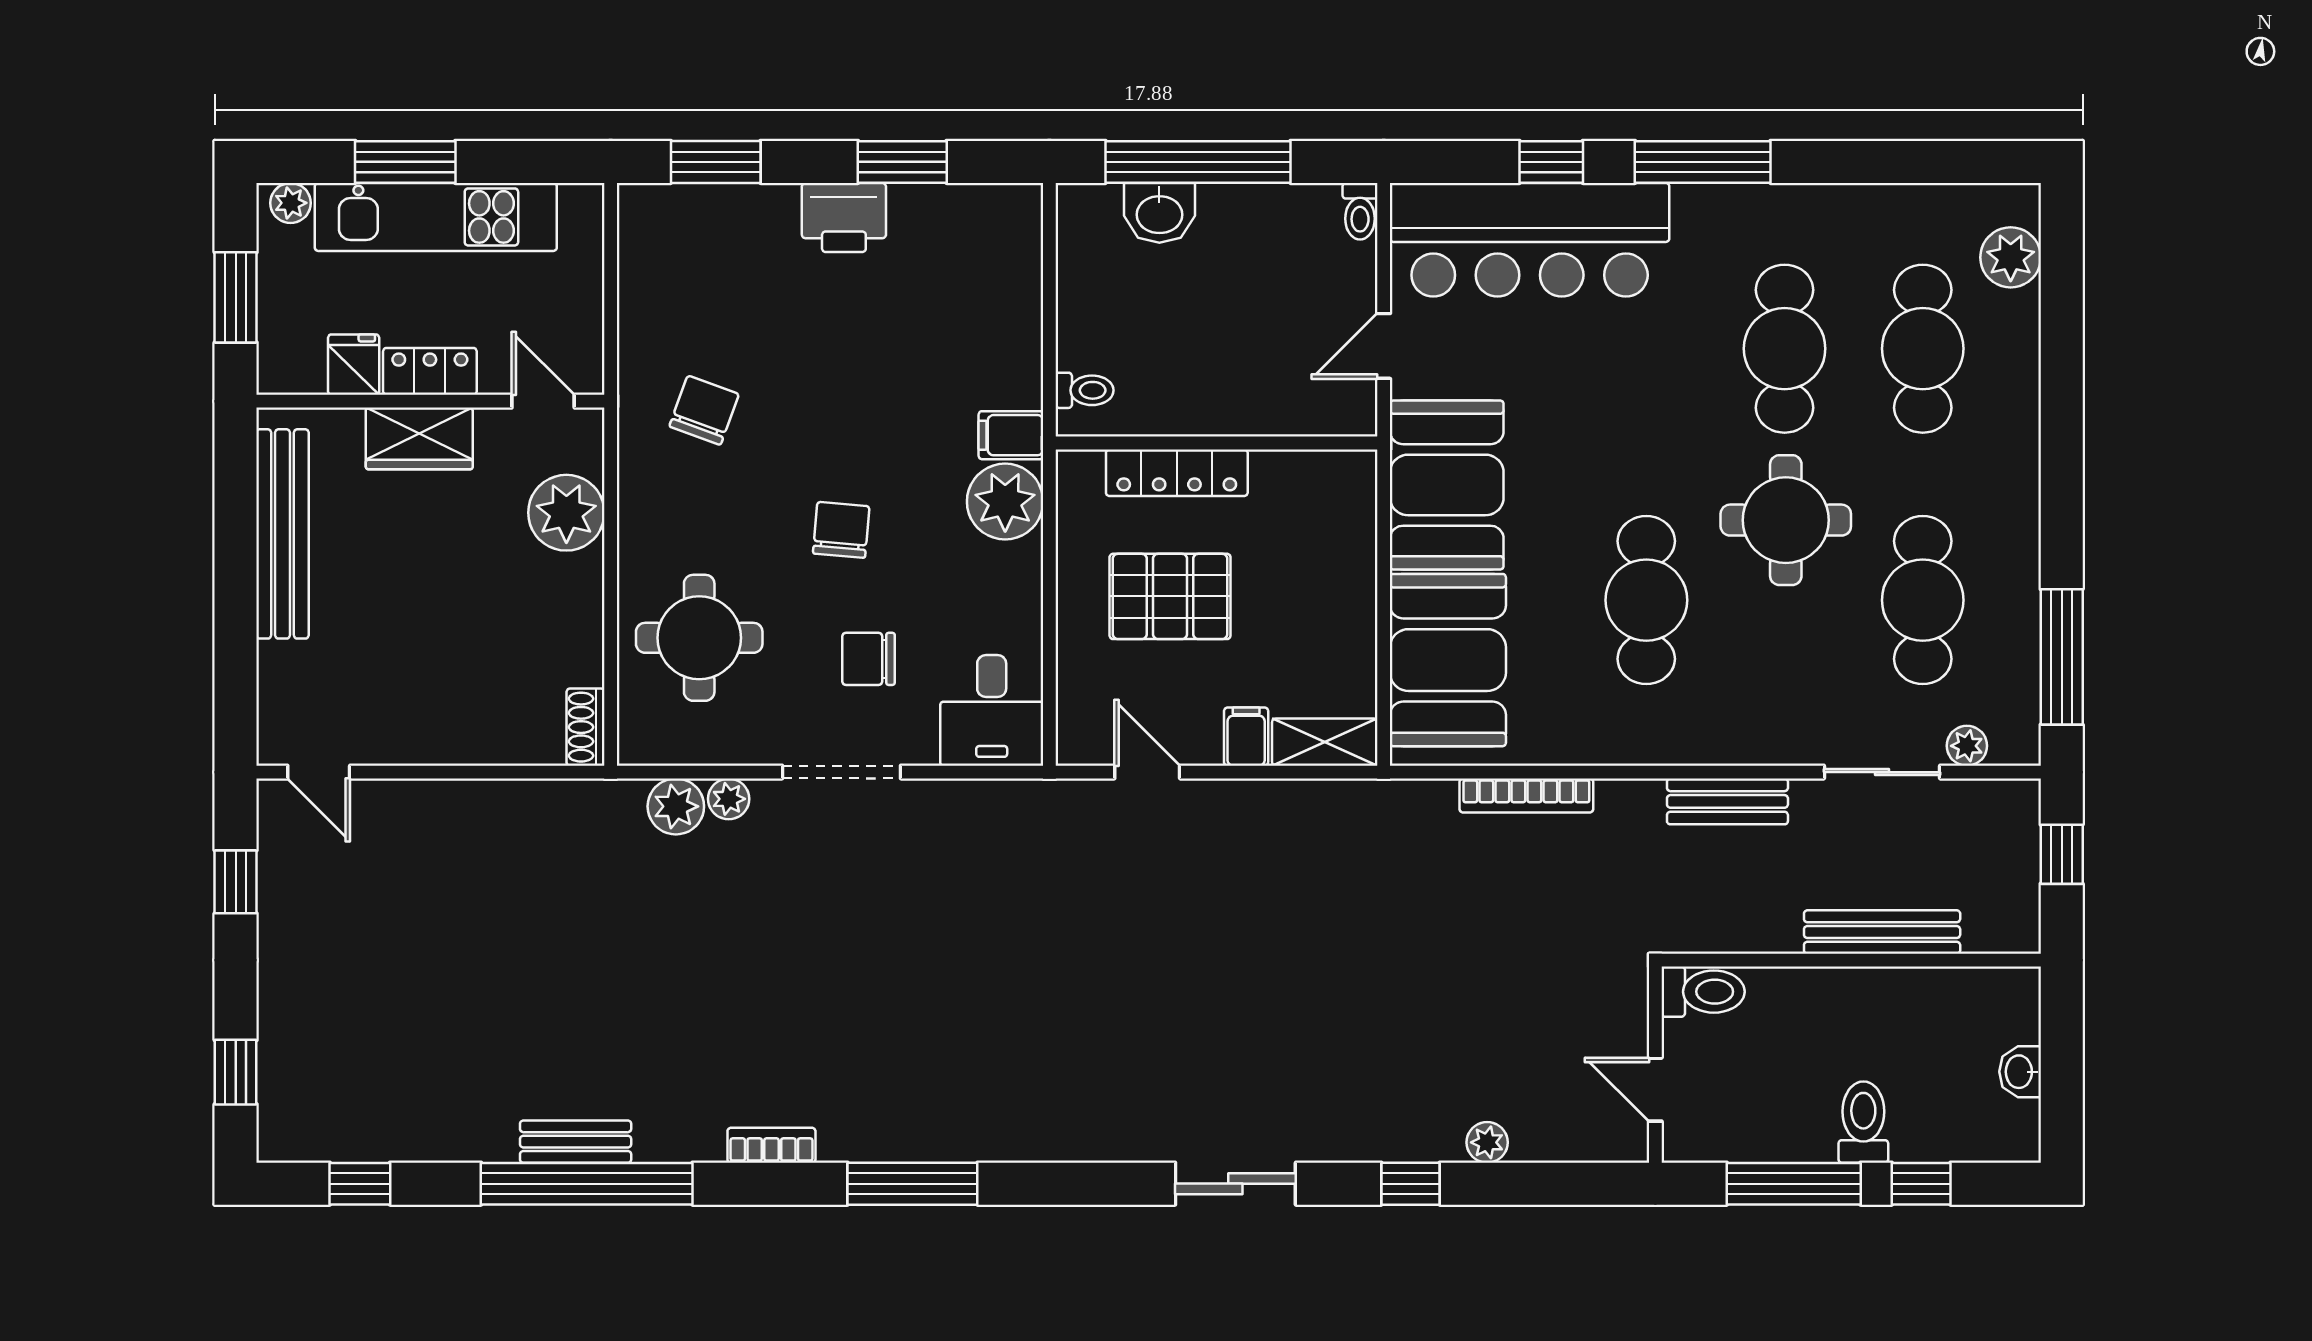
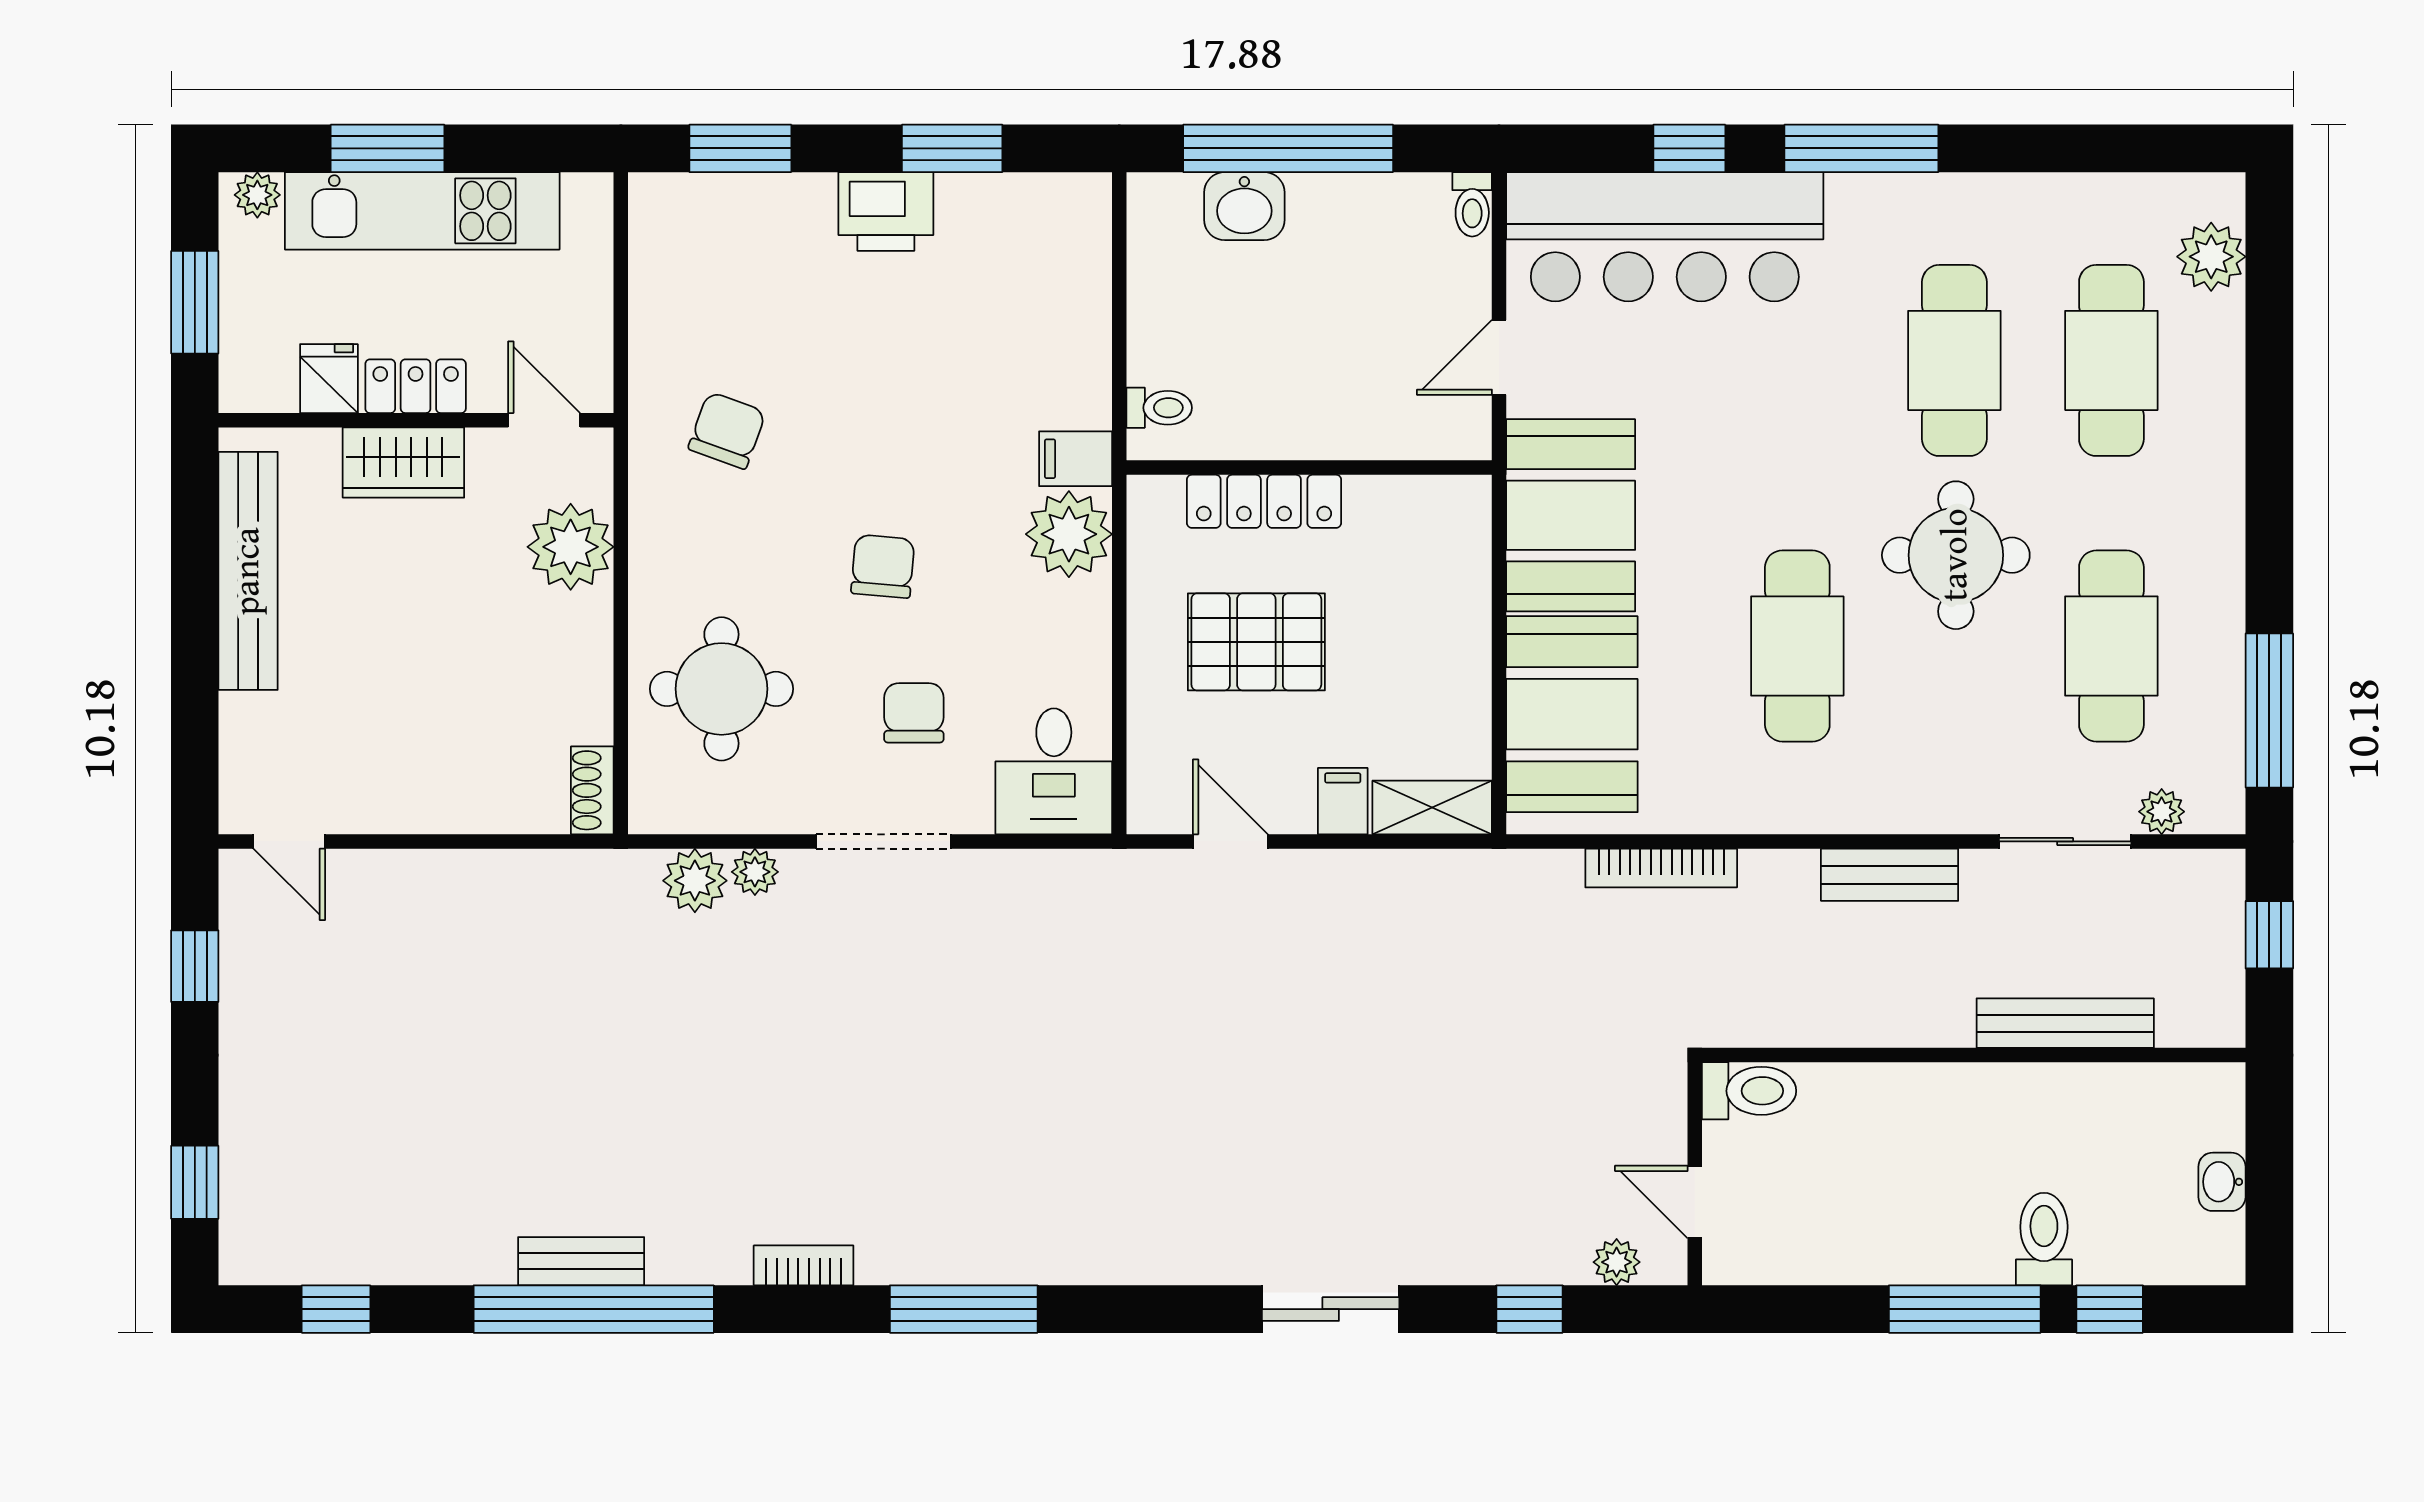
chair: (869, 659) -> (914, 713), turned 90
toilet: (1703, 992) -> (1749, 1091), moved
wall: (1655, 1065) -> (1695, 1174), moved
door: (1655, 1090) -> (1695, 1202), moved

